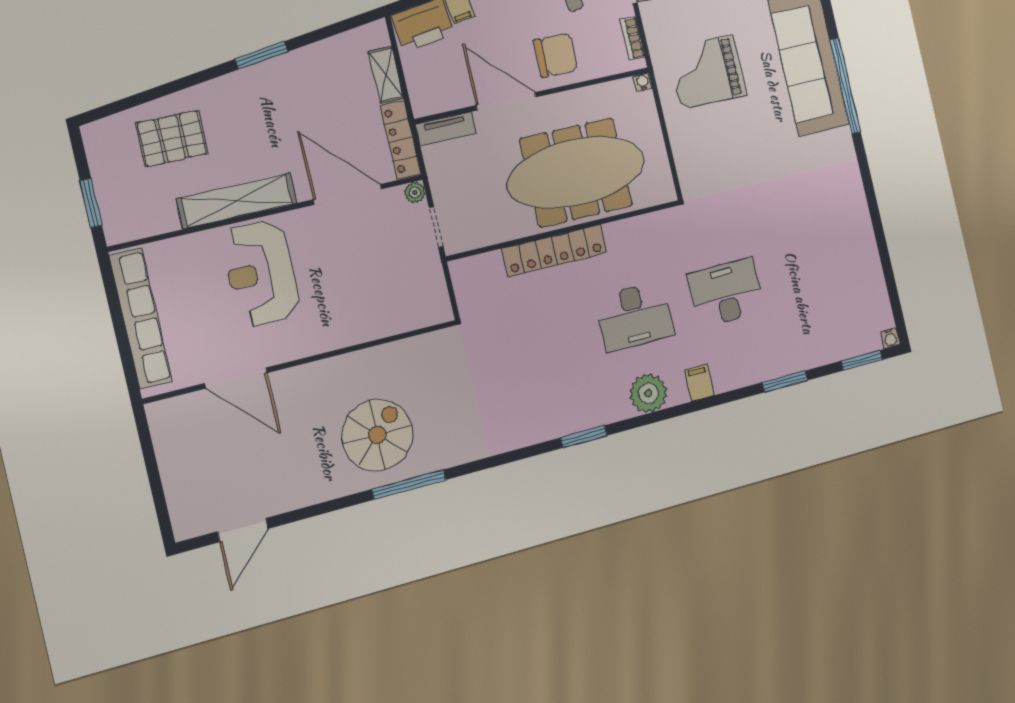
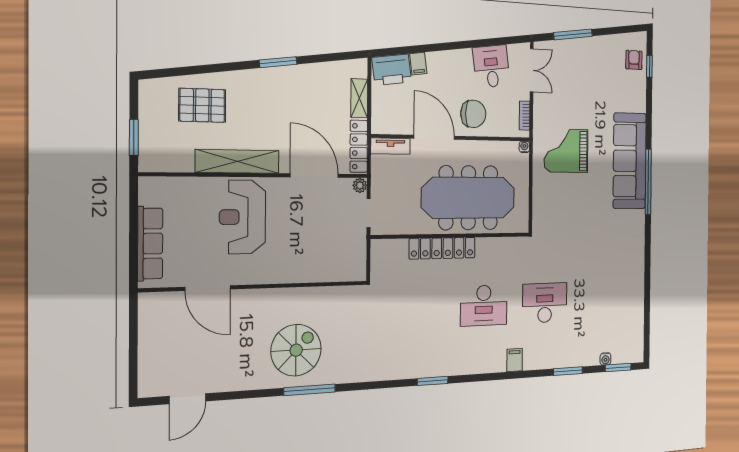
row of seats: (141, 319) -> (150, 244), width x0.73
water cooler: (890, 338) -> (605, 359), moved
plant: (648, 393) -> (481, 360), removed

